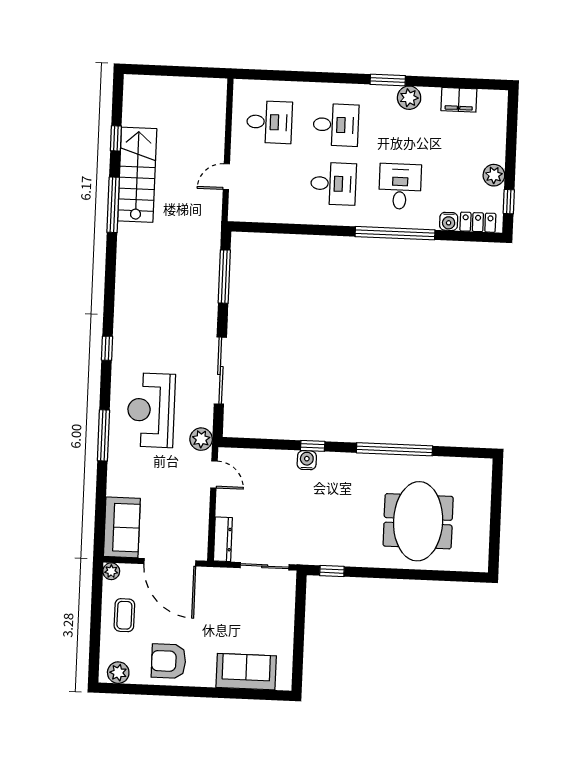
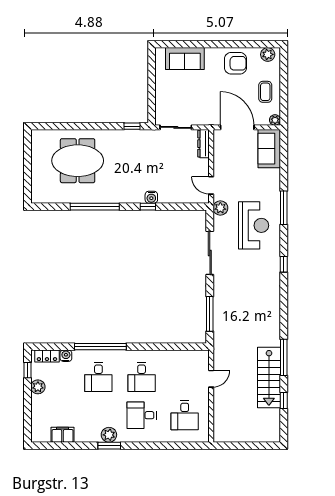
plant: (409, 98) -> (109, 435), moved
desk: (269, 122) -> (185, 415), turned -90
desk: (333, 184) -> (142, 377), turned -90
meeting table: (418, 521) -> (78, 161), turned 90

